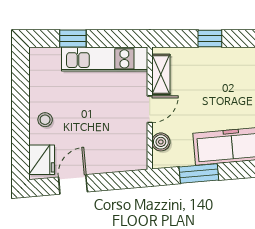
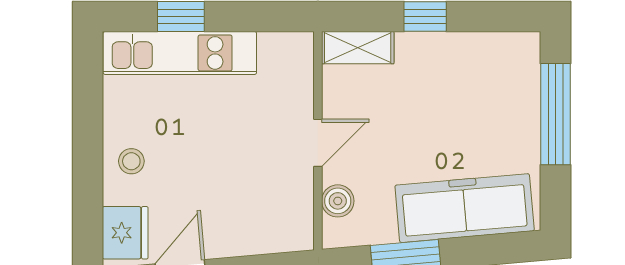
kitchen unit: (105, 59) -> (180, 53), moved
shelving: (161, 74) -> (358, 48), moved, turned 90

